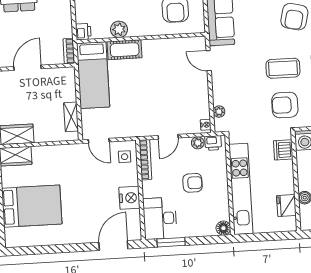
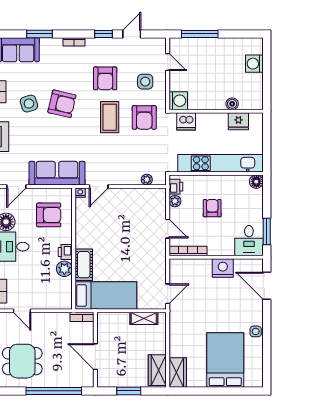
printer: (83, 32) -> (65, 252), moved, turned -90
nightstand: (206, 125) -> (80, 193), moved
side table: (125, 157) -> (256, 331), moved
desk: (160, 218) -> (249, 241), width x0.73

